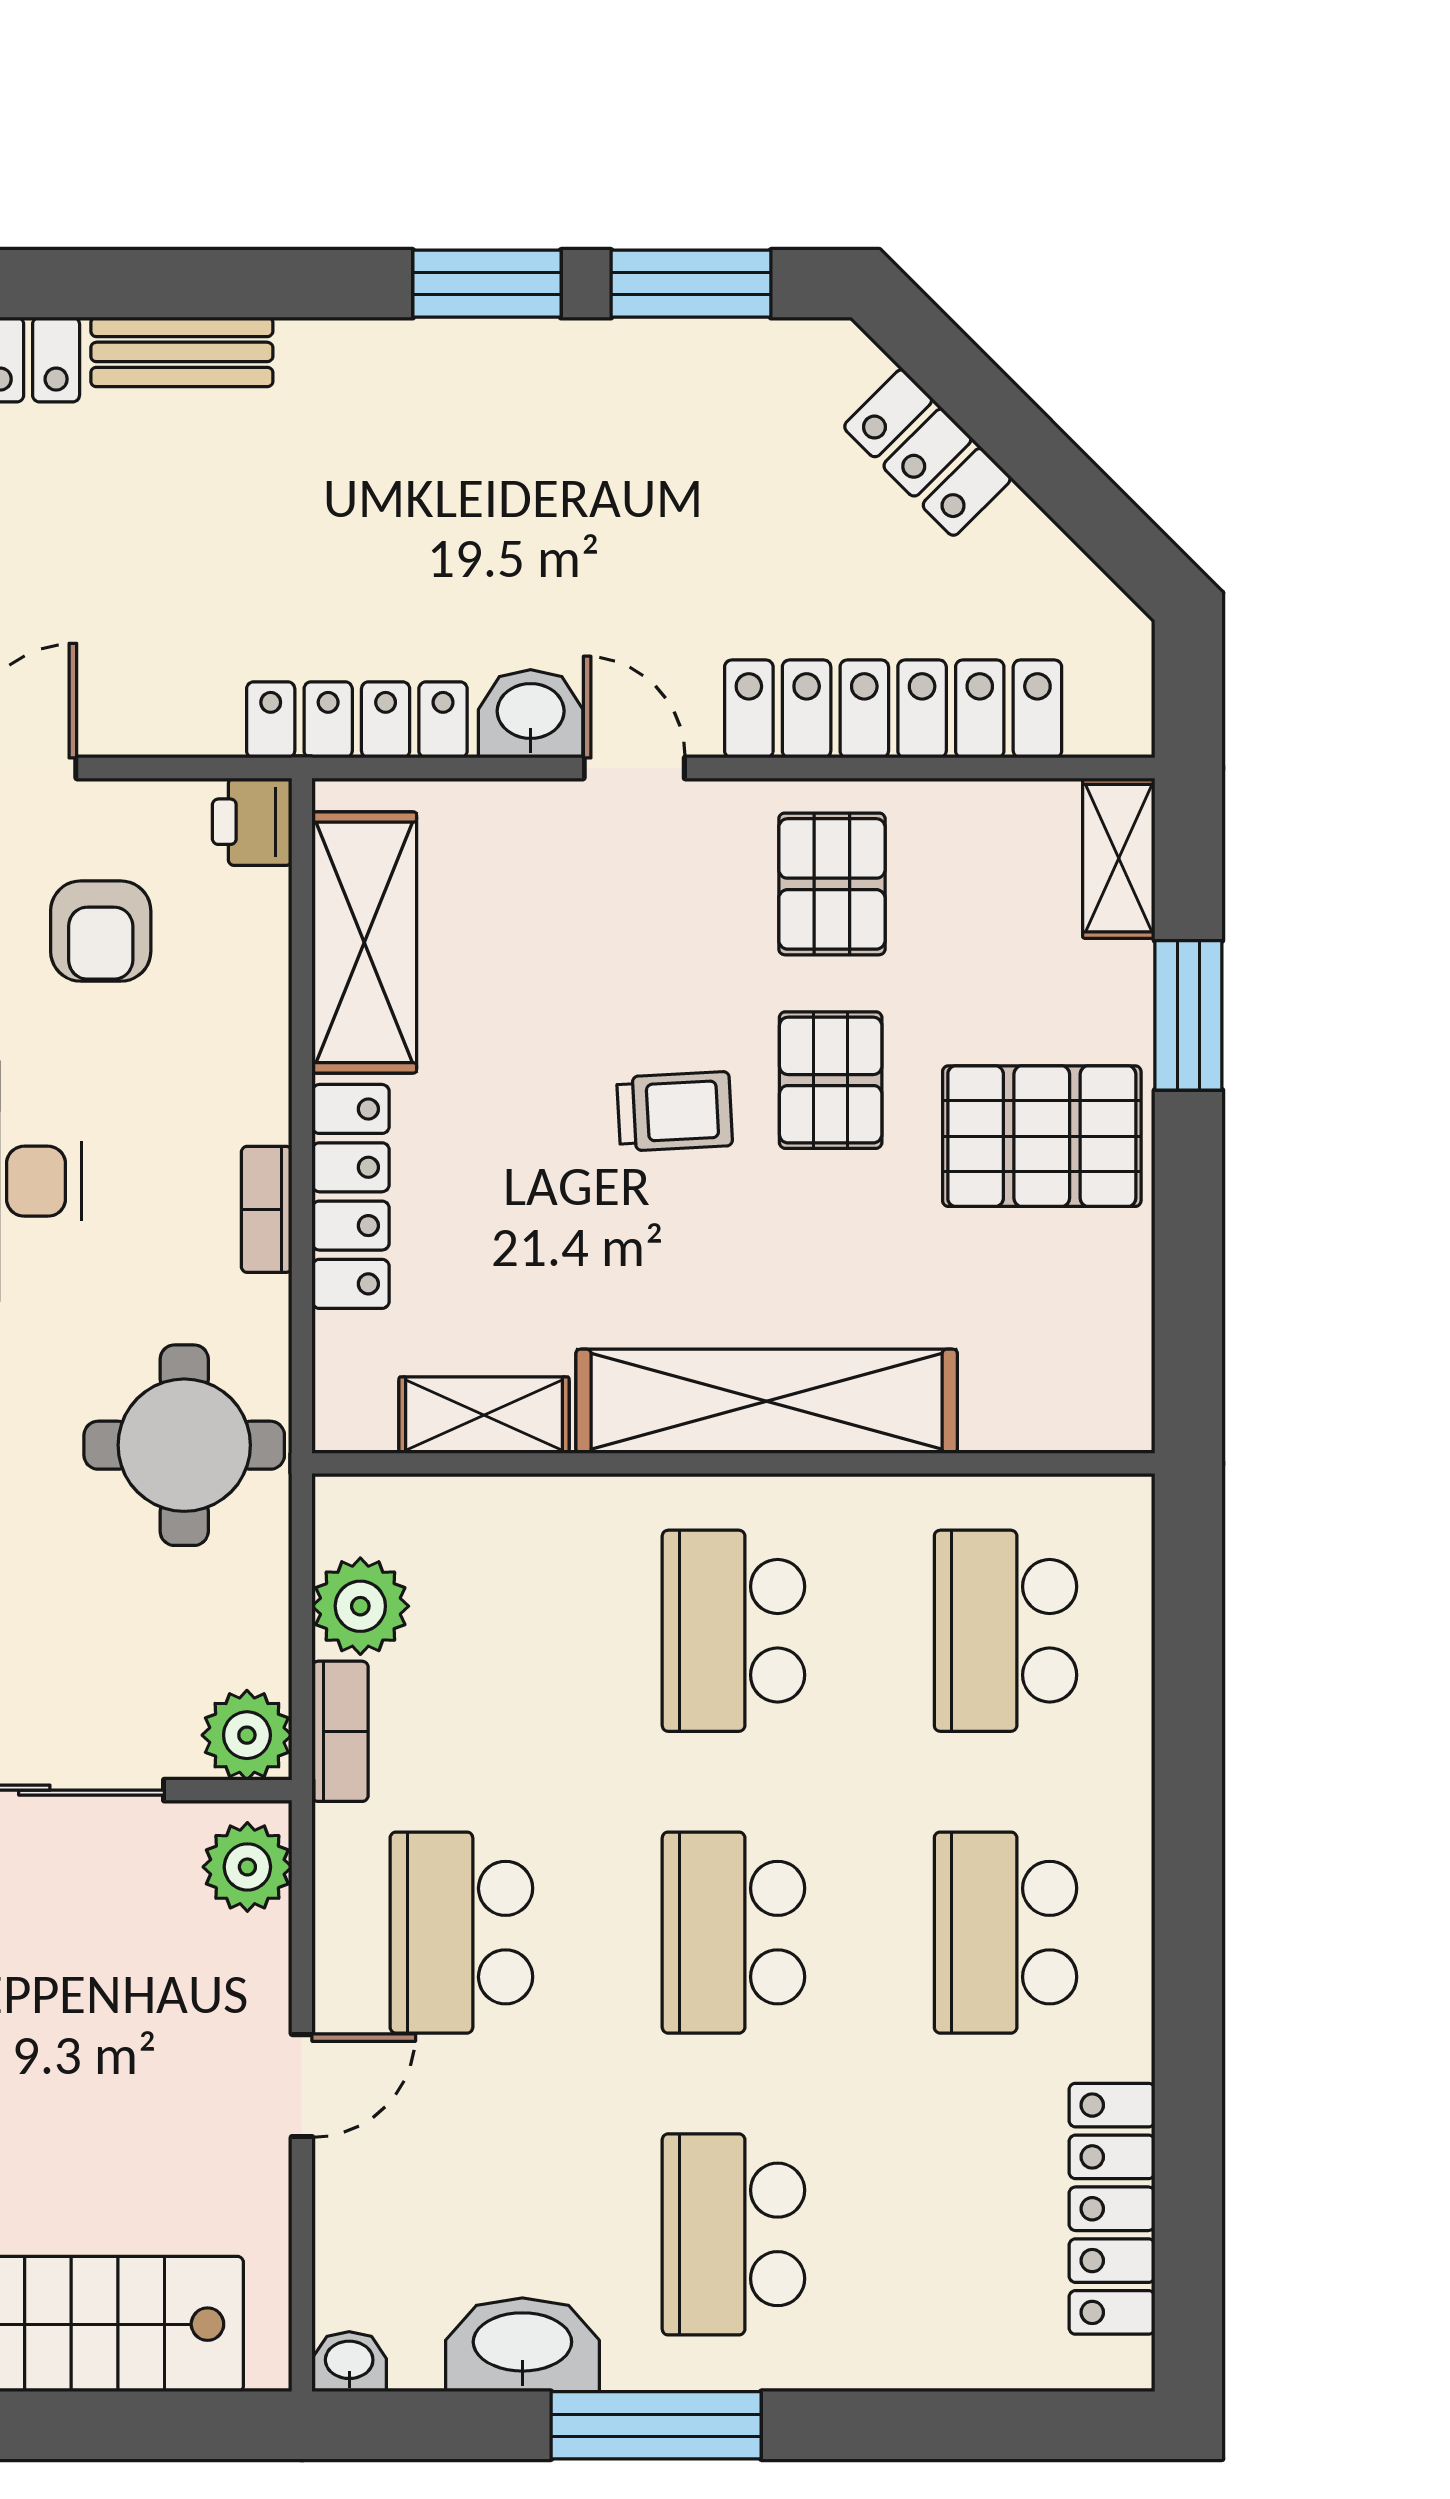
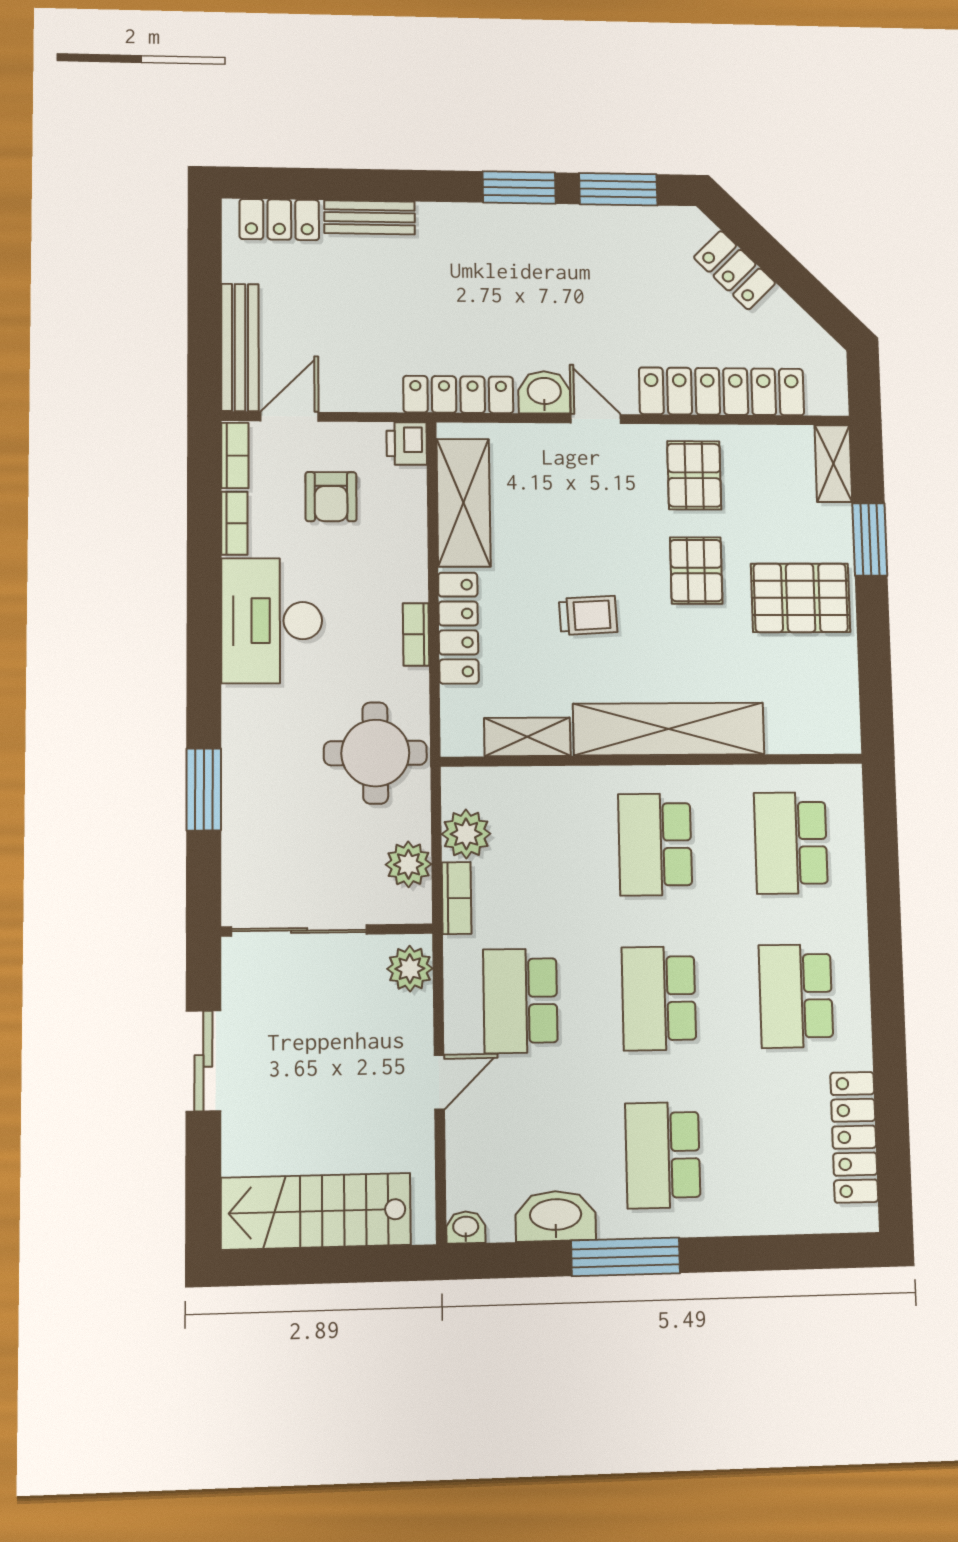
trolley: (675, 1111) -> (588, 615), moved
plant: (247, 1735) -> (408, 864), moved

